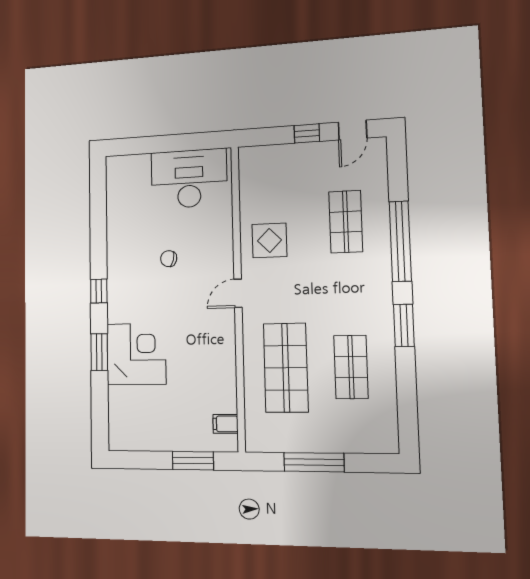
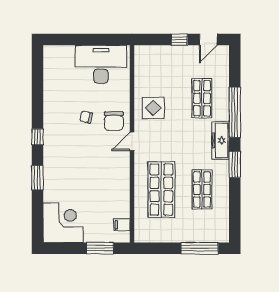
chair: (210, 263) -> (114, 121), added
freezer: (378, 287) -> (221, 140), added
corner desk: (136, 354) -> (63, 223), moved
window: (314, 462) -> (200, 248), moved

